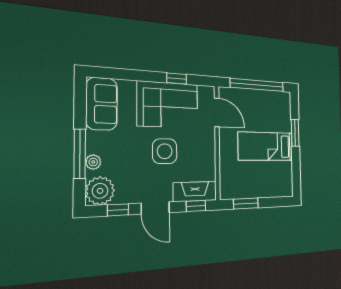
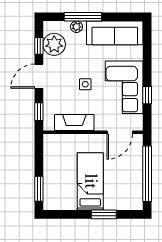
sofa: (102, 104) -> (115, 33), width x1.36
side table: (165, 151) -> (85, 84), width x0.54, depth x0.54
plant: (100, 191) -> (54, 44), moved
fireplace: (195, 191) -> (74, 123), moved, turned -90
window: (246, 203) -> (39, 189), moved

